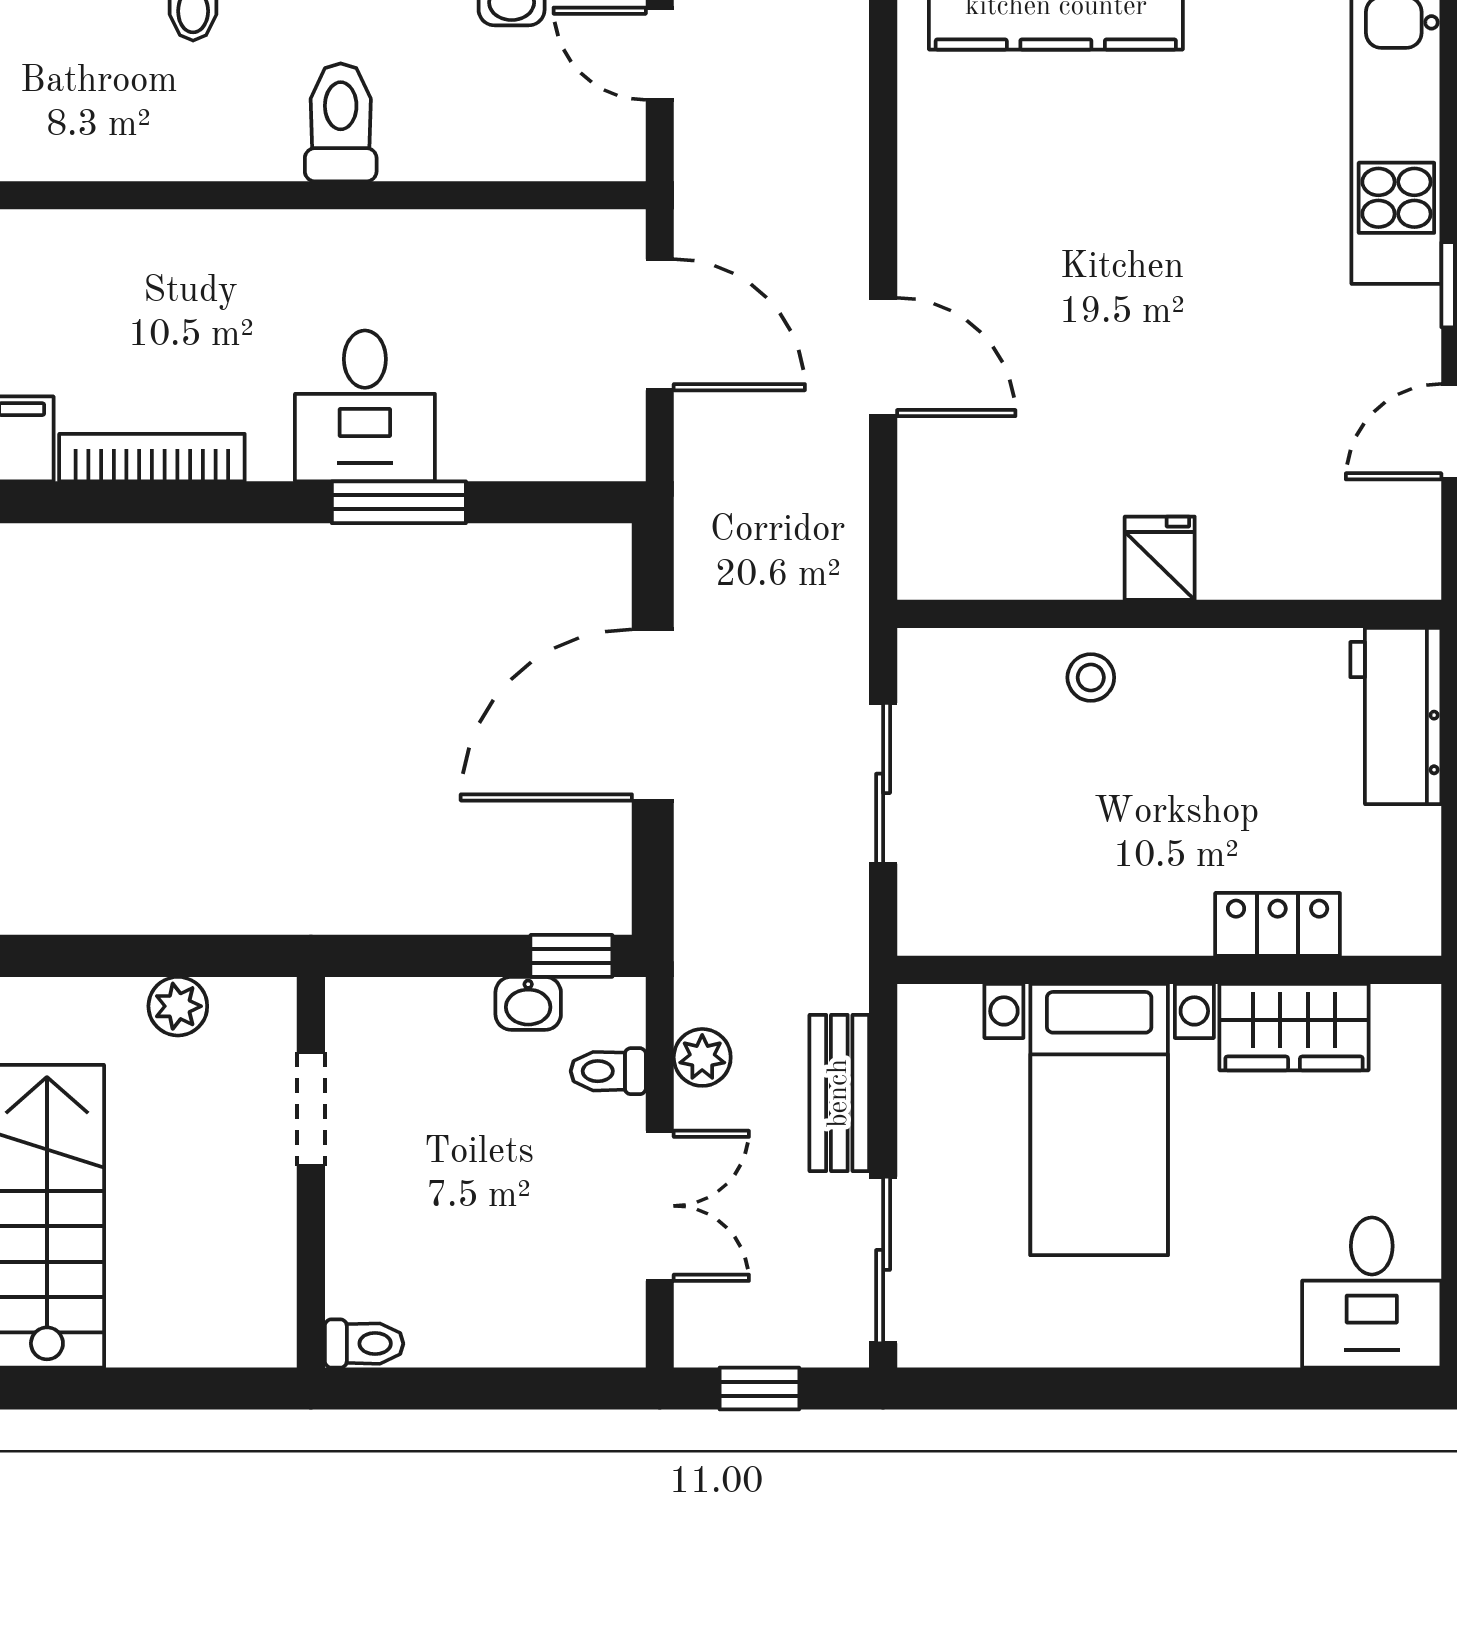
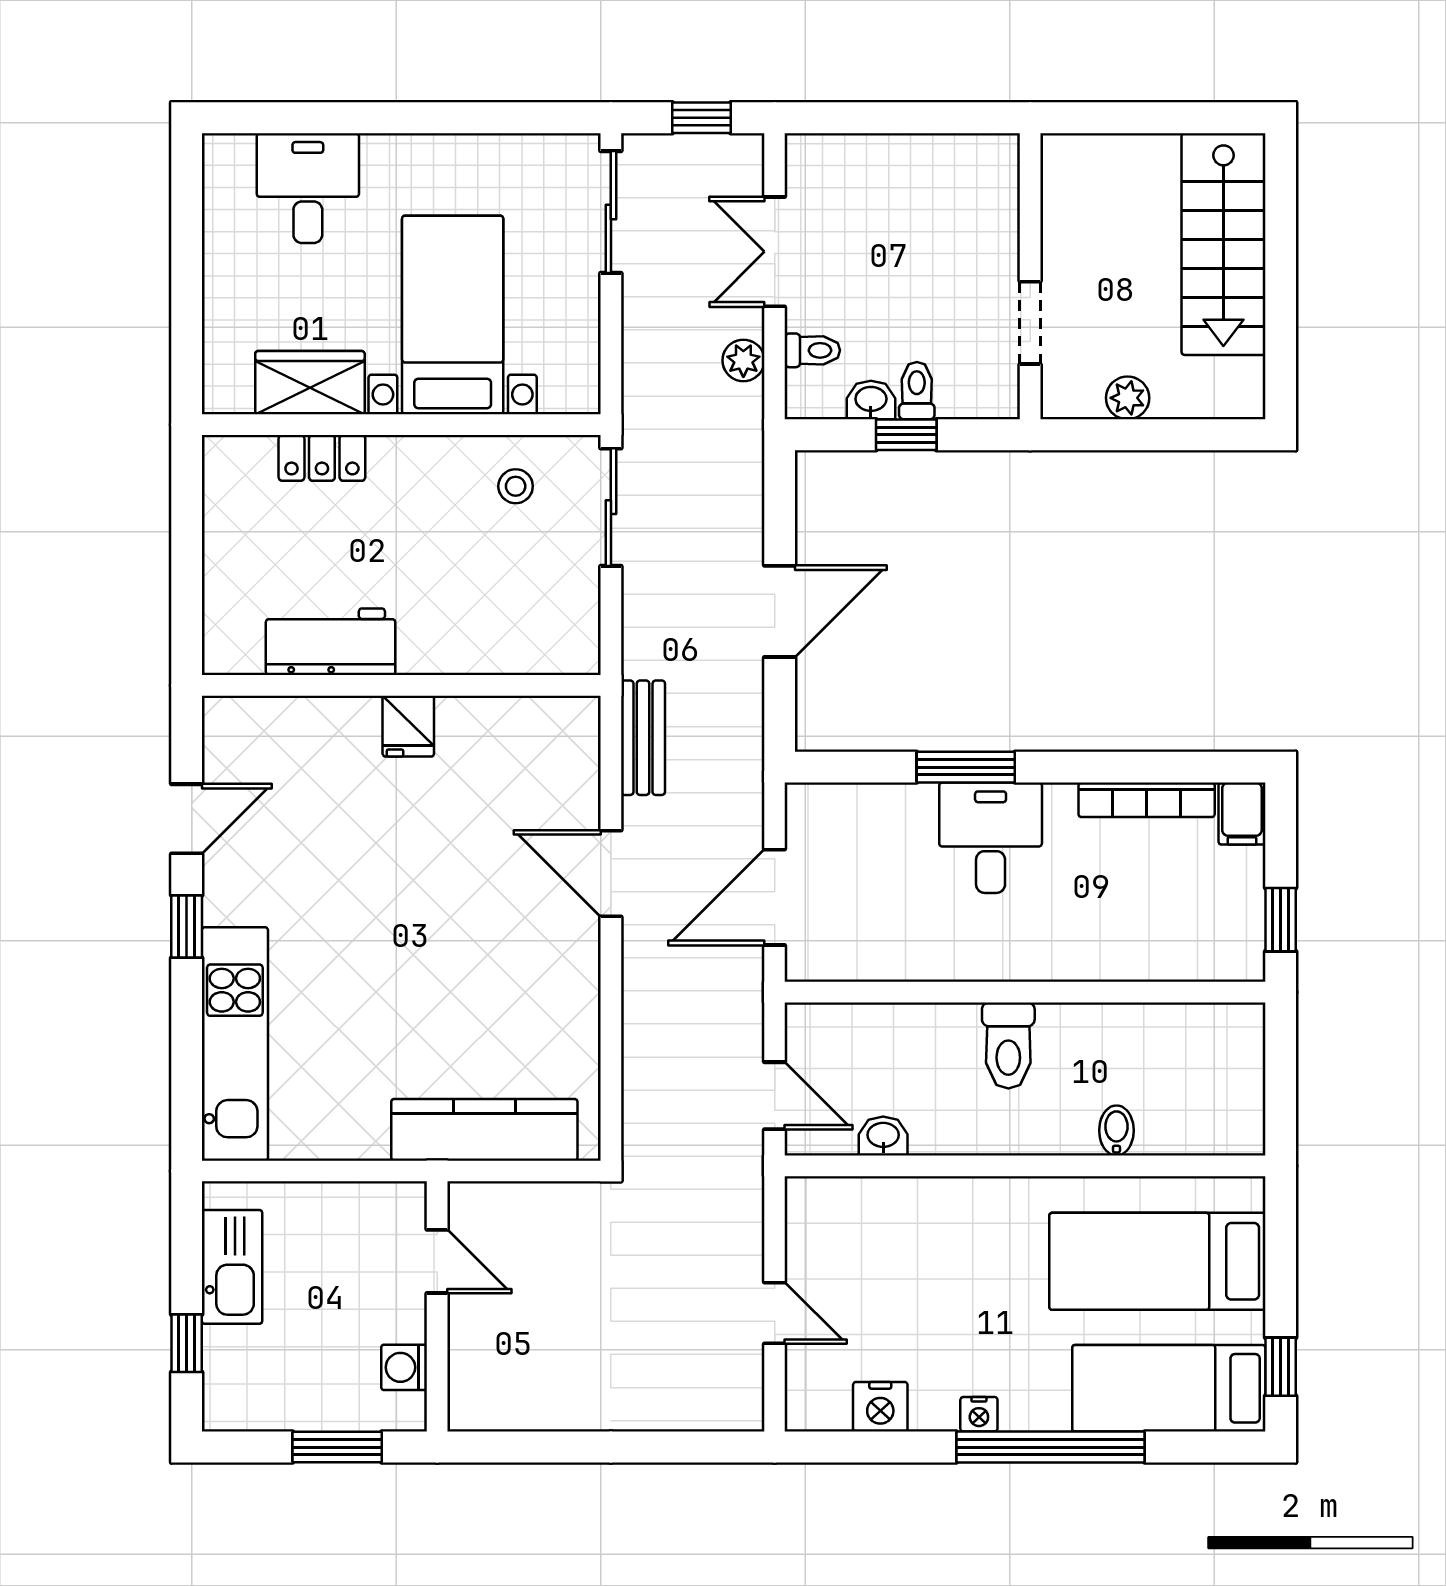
door: (660, 325) -> (775, 897), hinge flipped
stool: (1091, 677) -> (516, 486), moved
door: (653, 715) -> (780, 611), width x0.73
workbench: (1396, 716) -> (331, 642), moved, turned -90
sliding door: (883, 783) -> (611, 507), moved
window: (571, 956) -> (906, 435), moved
bench: (839, 1093) -> (643, 738), moved
desk: (1372, 1293) -> (308, 188), moved
toilet: (364, 1344) -> (917, 391), moved, turned 90

